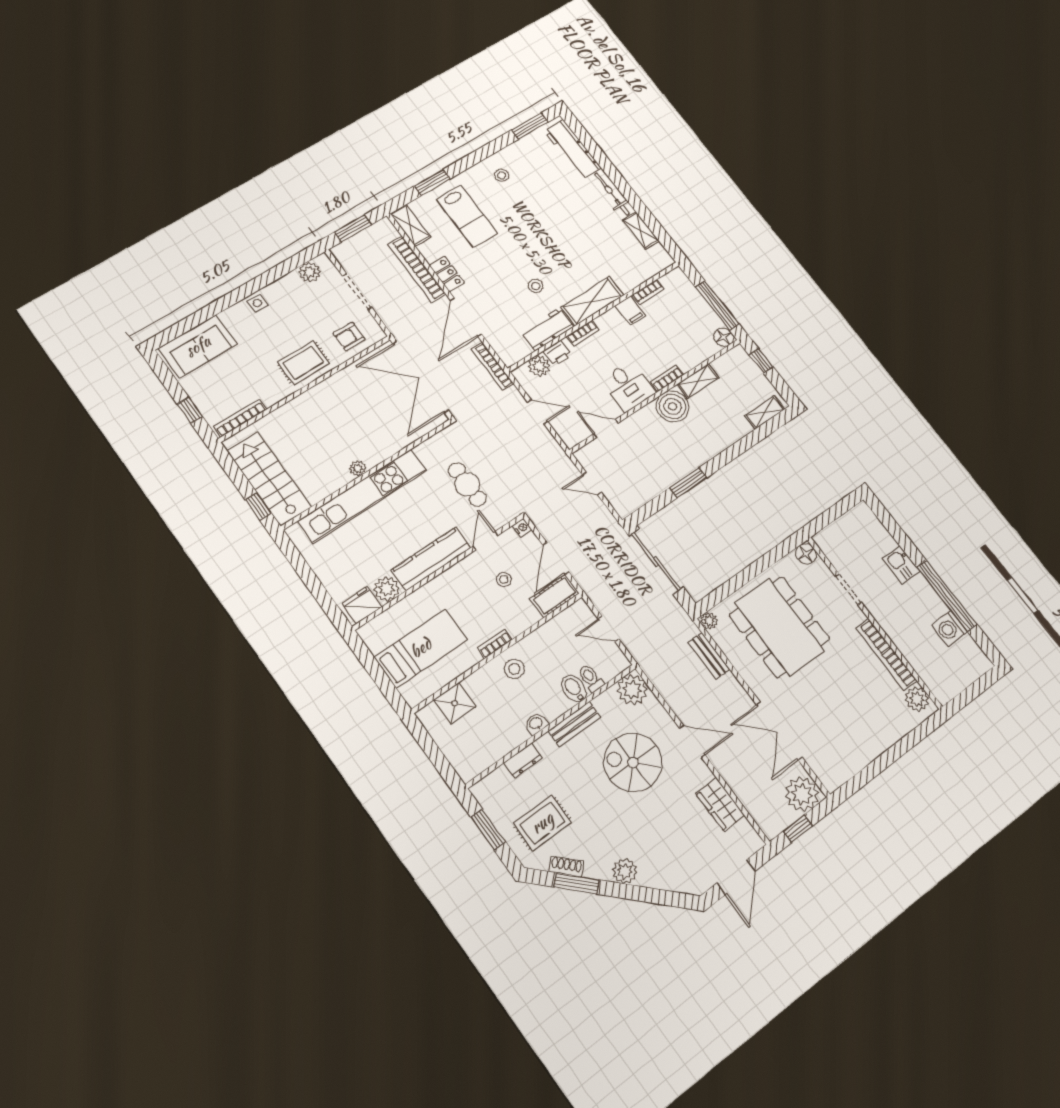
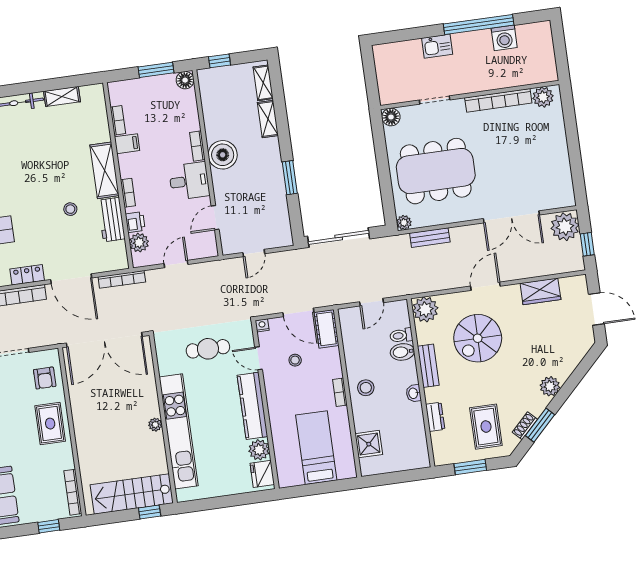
window: (717, 306) -> (156, 70), width x0.69
shelving: (698, 381) -> (268, 119), moved

